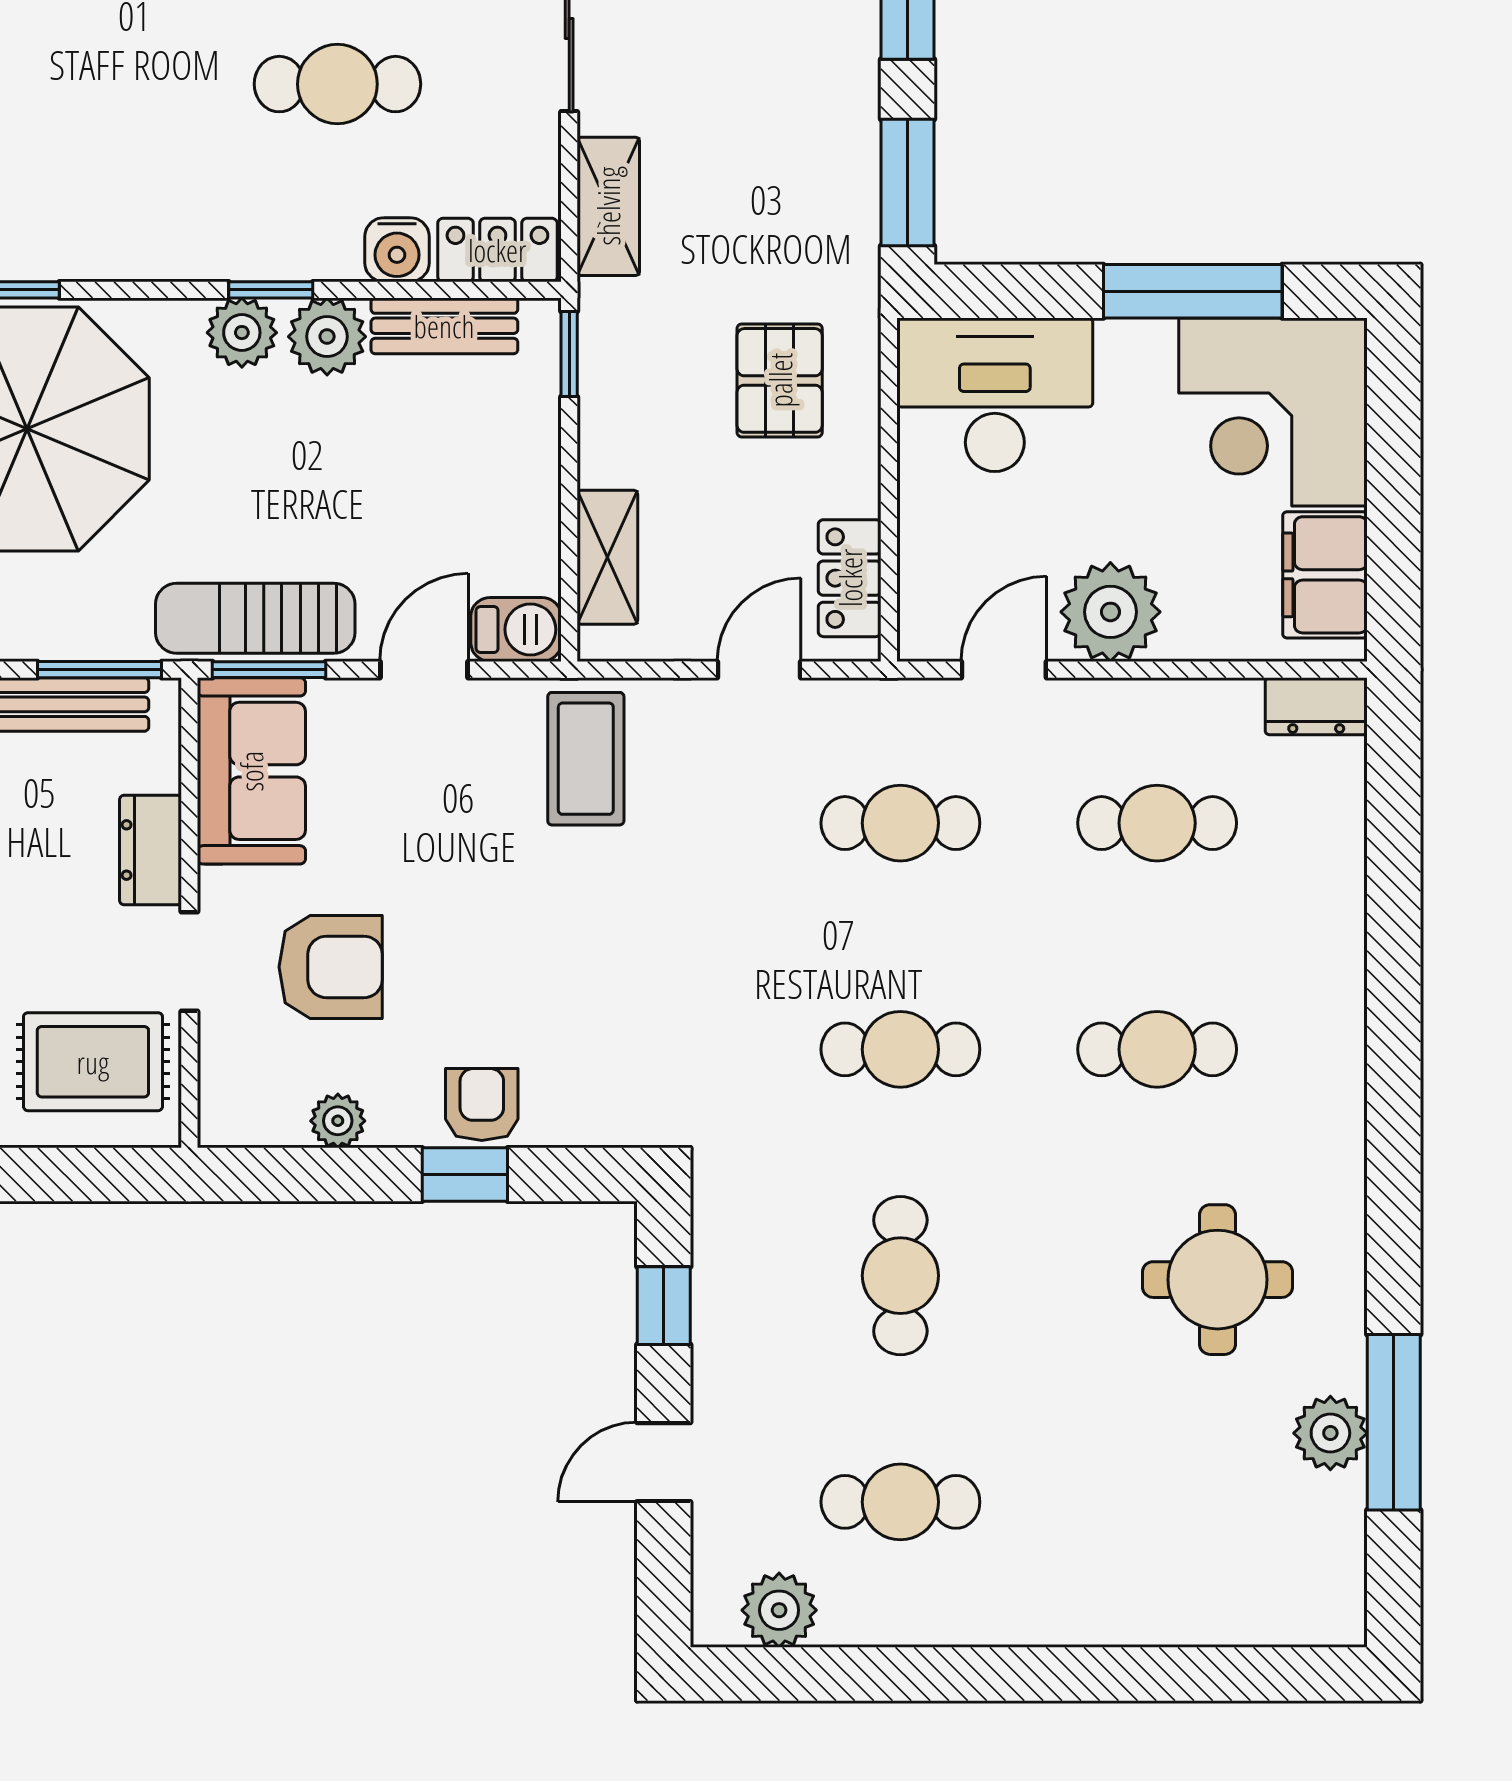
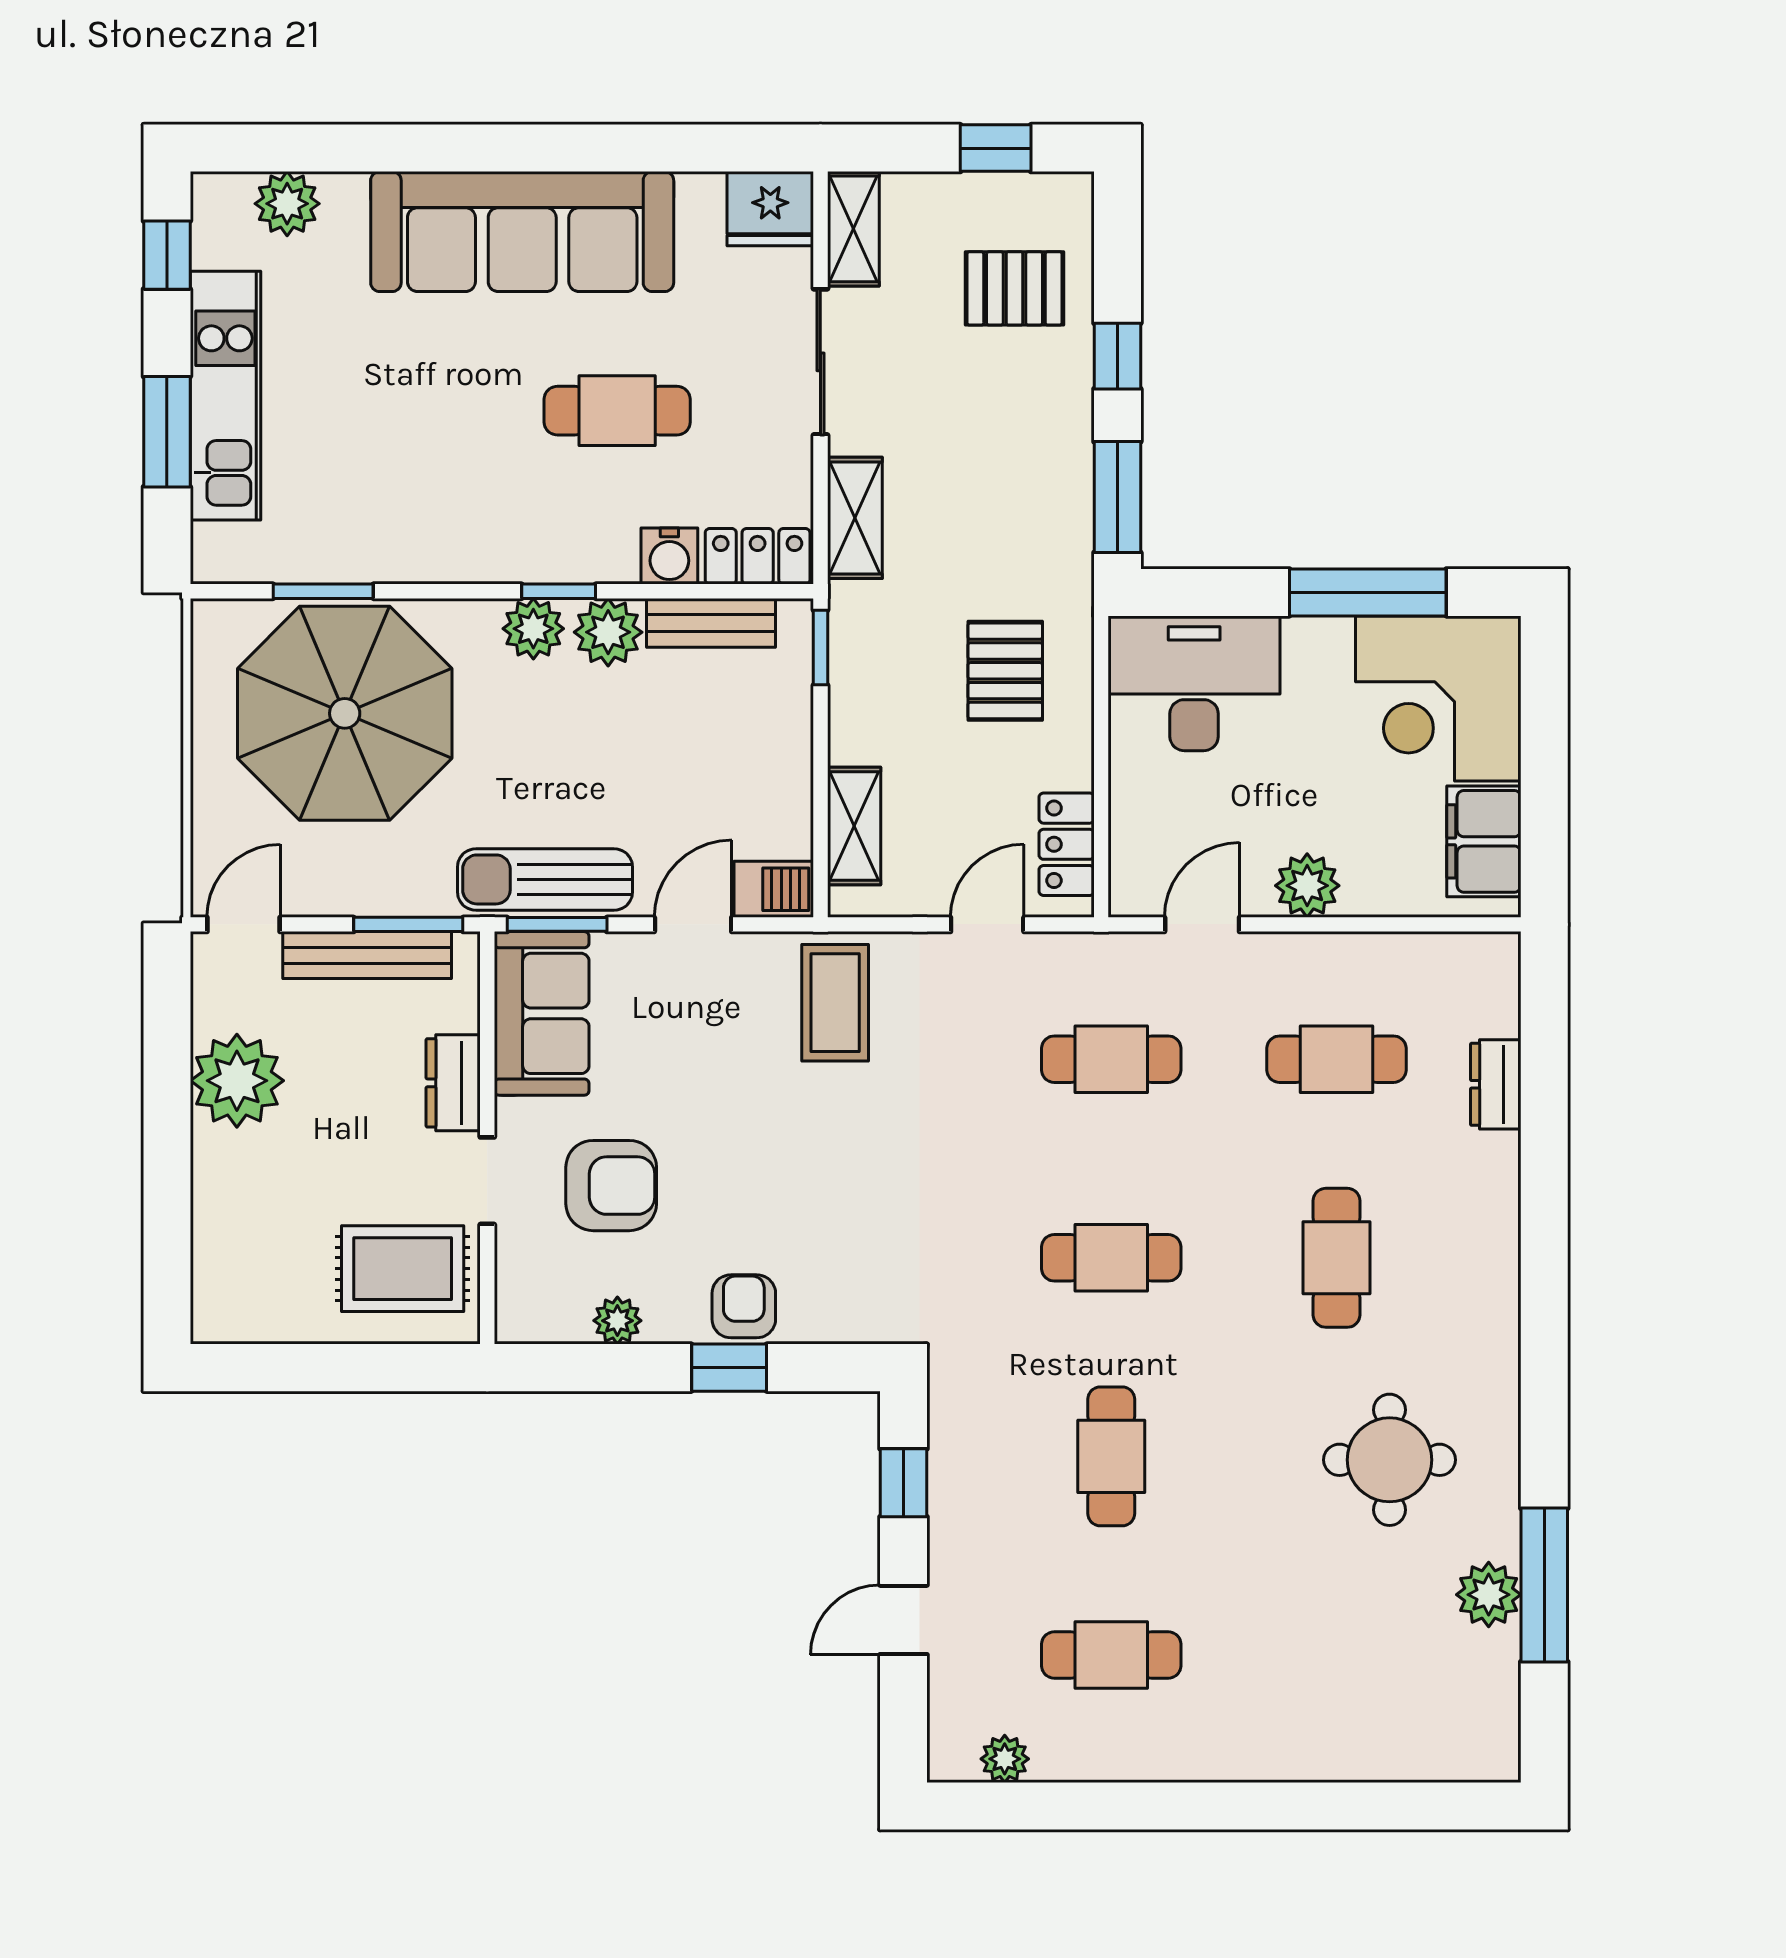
plant: (1110, 612) -> (1307, 886), width x0.73, depth x0.73
dresser: (1316, 706) -> (1496, 1084), moved, turned 90
cafe table: (1157, 1049) -> (1337, 1258), turned 90
plant: (779, 1610) -> (1005, 1759), width x0.73, depth x0.73

